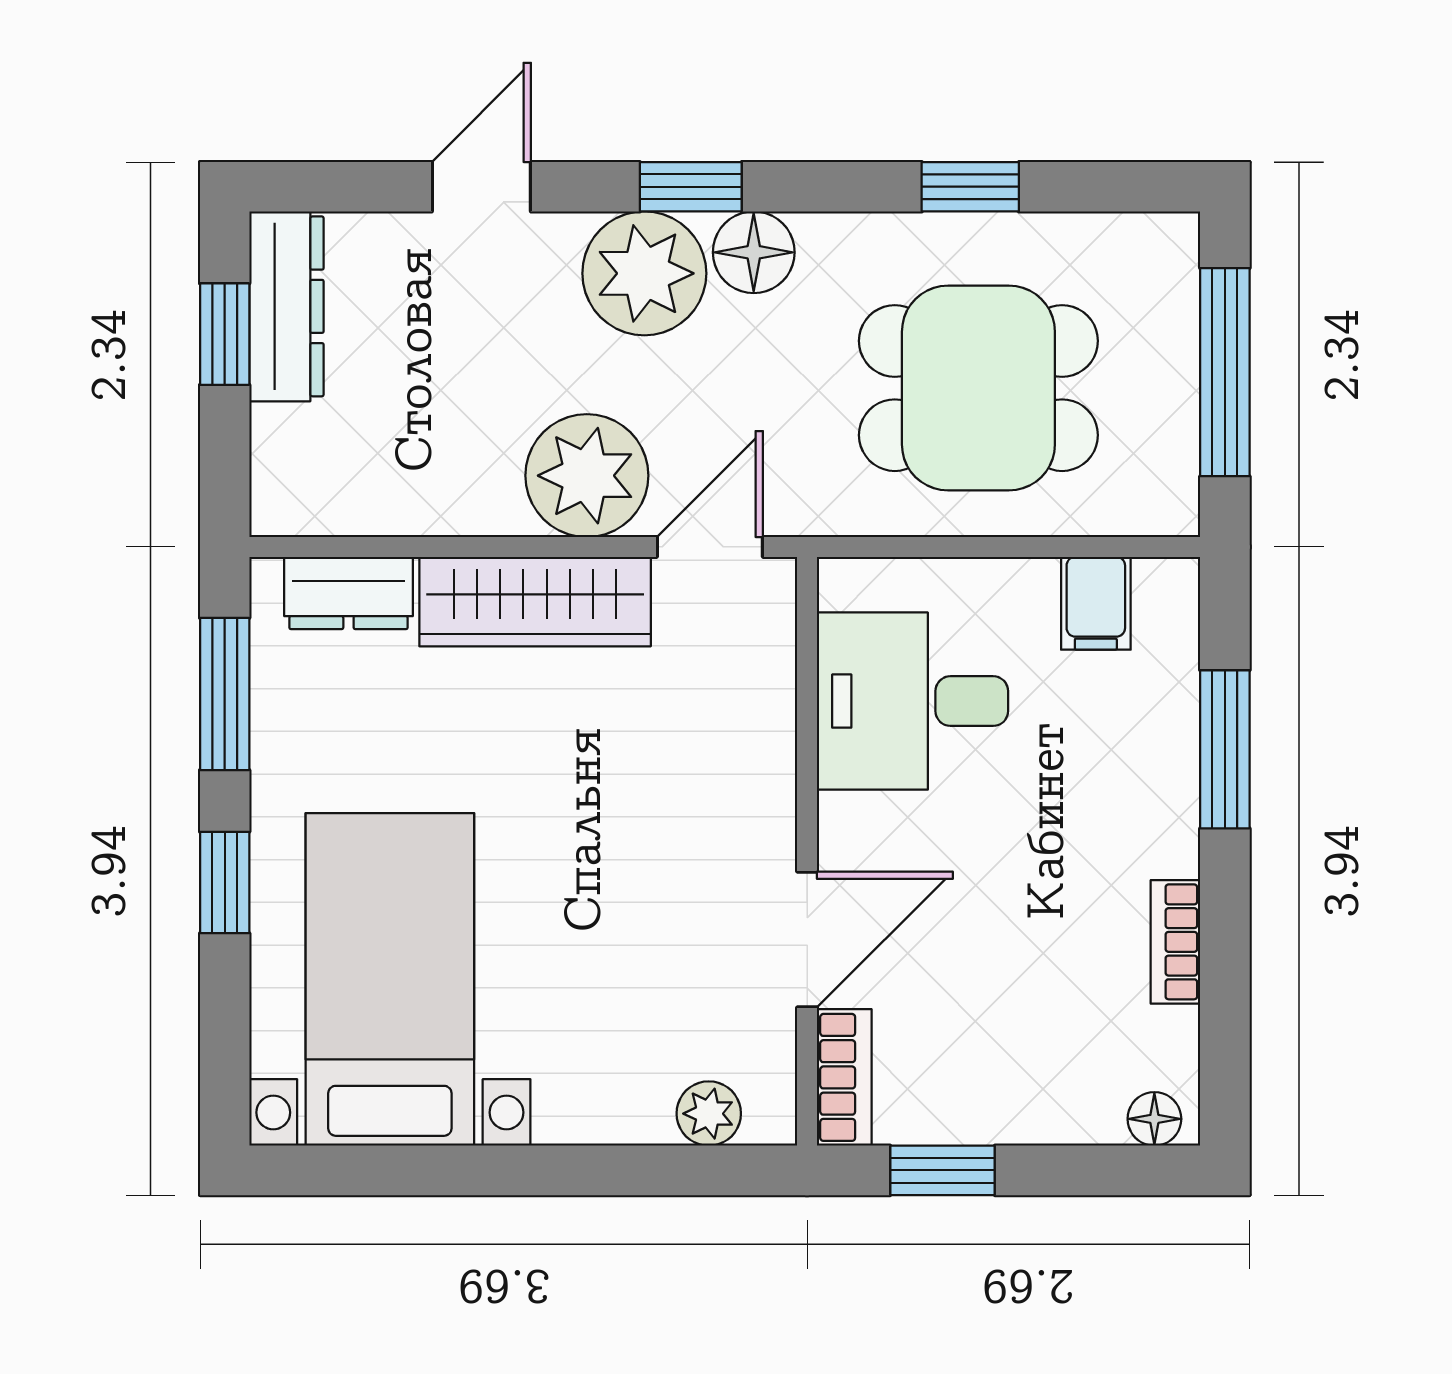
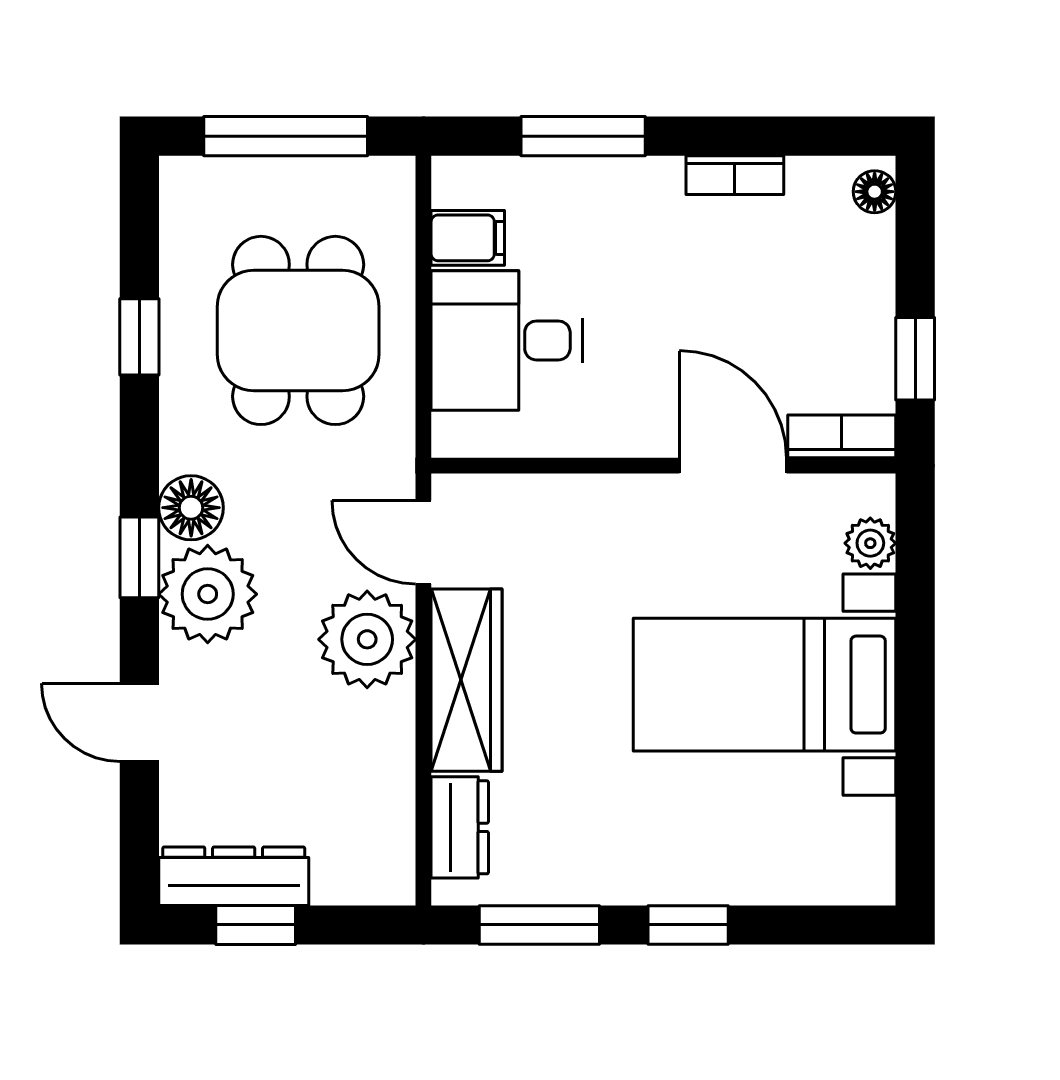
desk: (912, 701) -> (507, 340), moved, turned 90
bed with nightstands: (390, 979) -> (765, 685), moved

